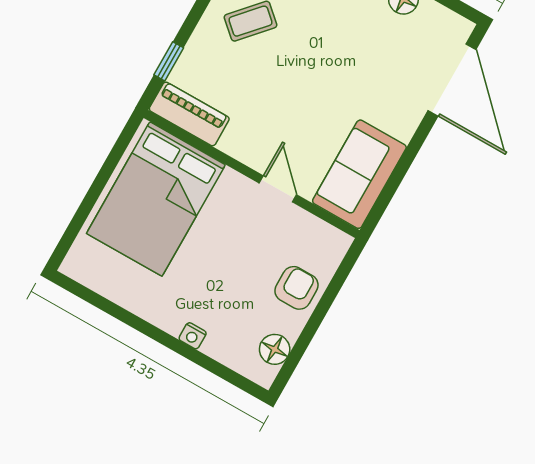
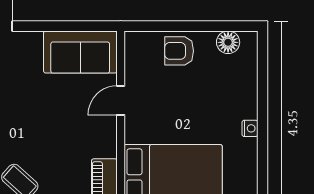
nightstand: (193, 336) -> (250, 128), moved

